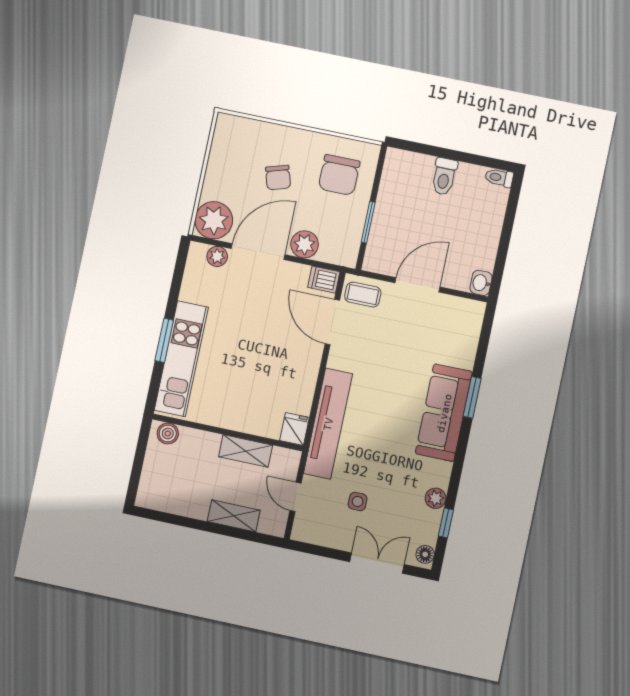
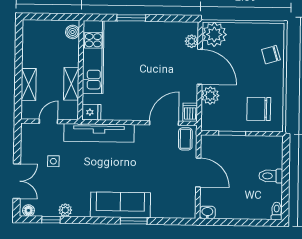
chair: (278, 178) -> (271, 55), moved
kitchen unit: (181, 359) -> (93, 57), moved, turned -90

